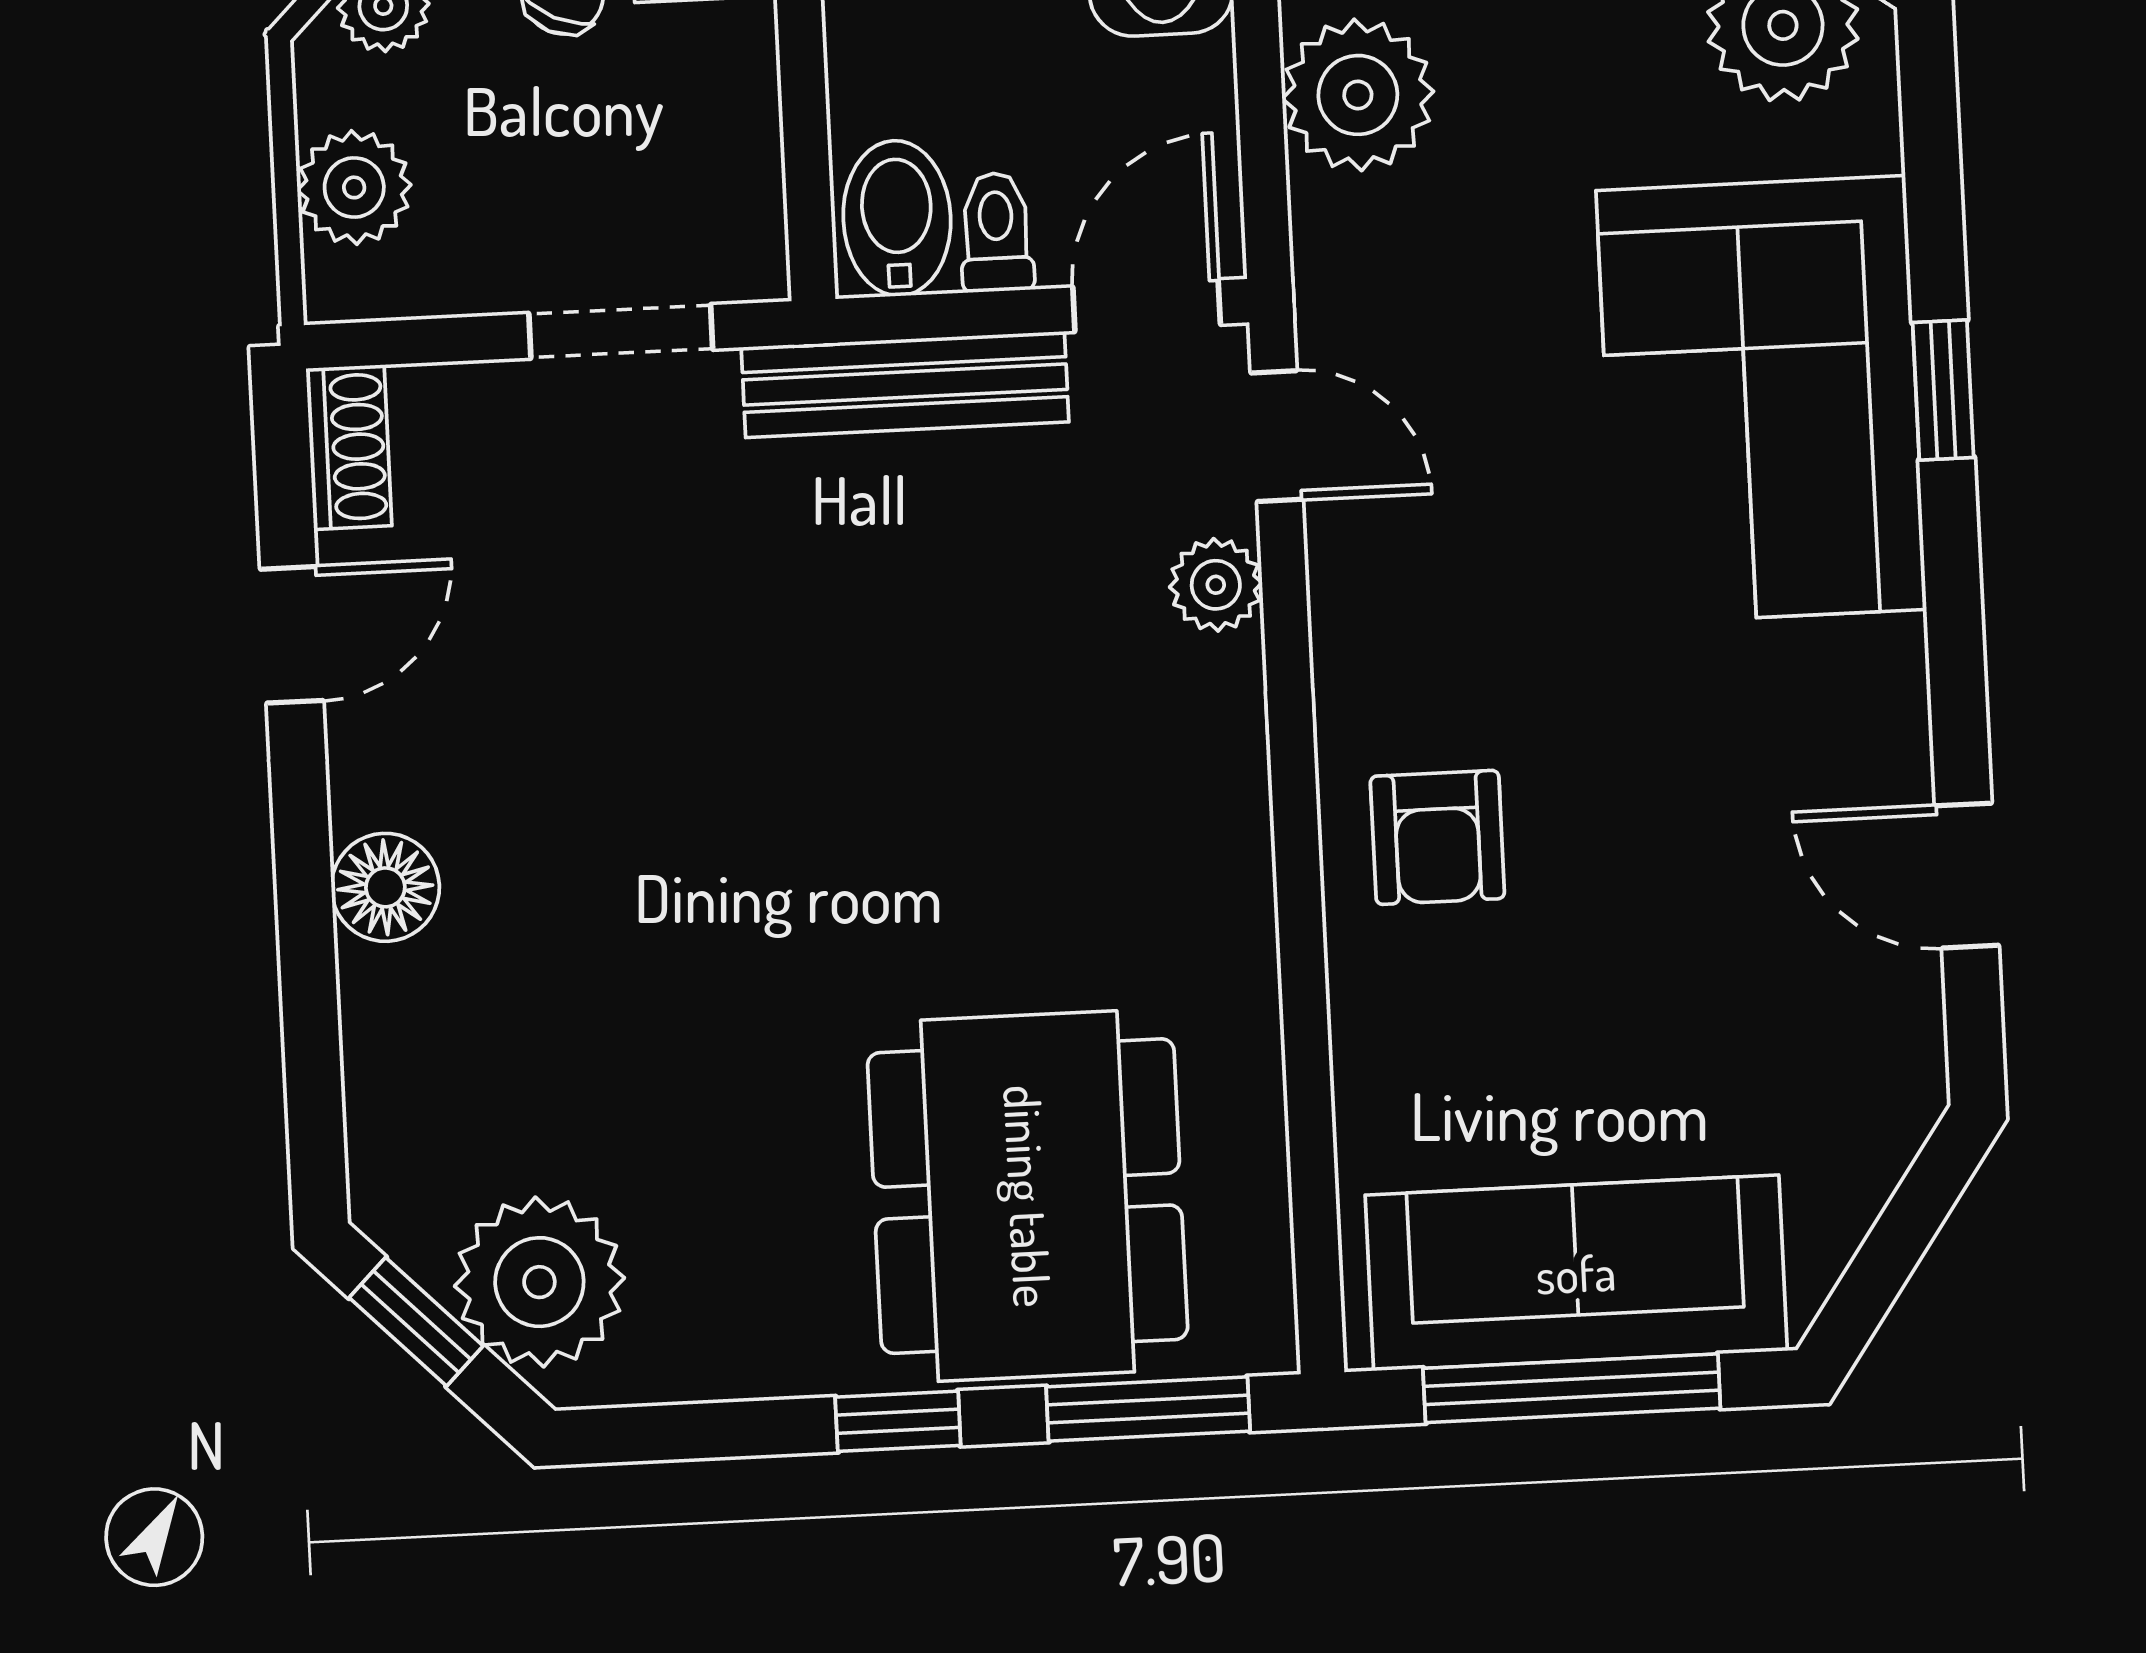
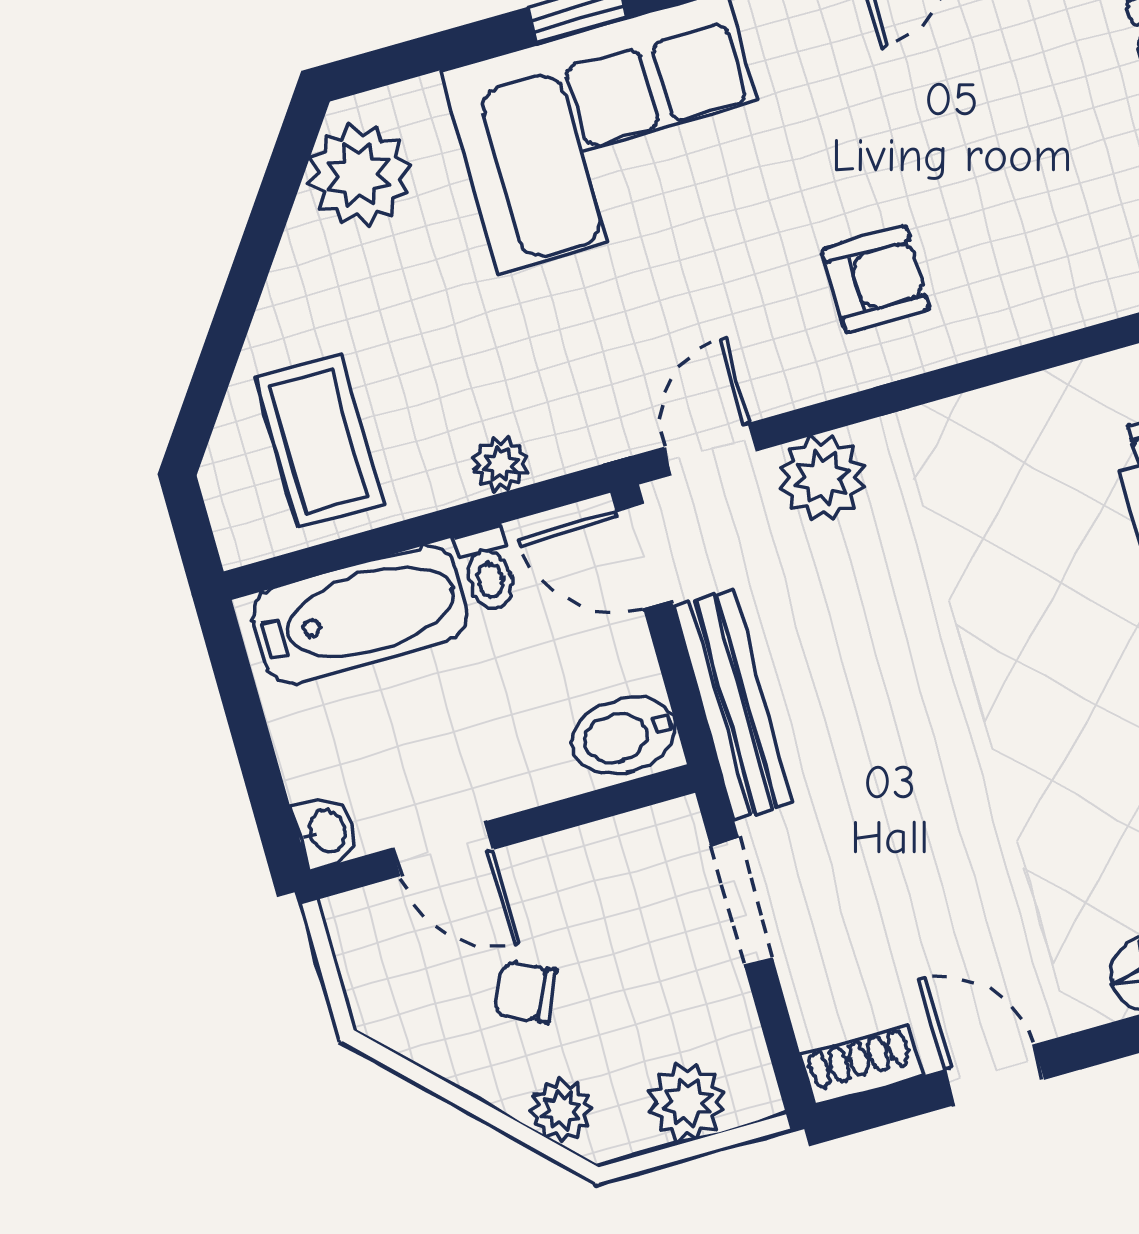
plant: (1358, 95) -> (501, 464), width x0.53, depth x0.53
toilet: (996, 232) -> (488, 569), moved, turned -90
plant: (1216, 585) -> (822, 478), width x1.38, depth x1.38
armchair: (1437, 837) -> (876, 279), moved

